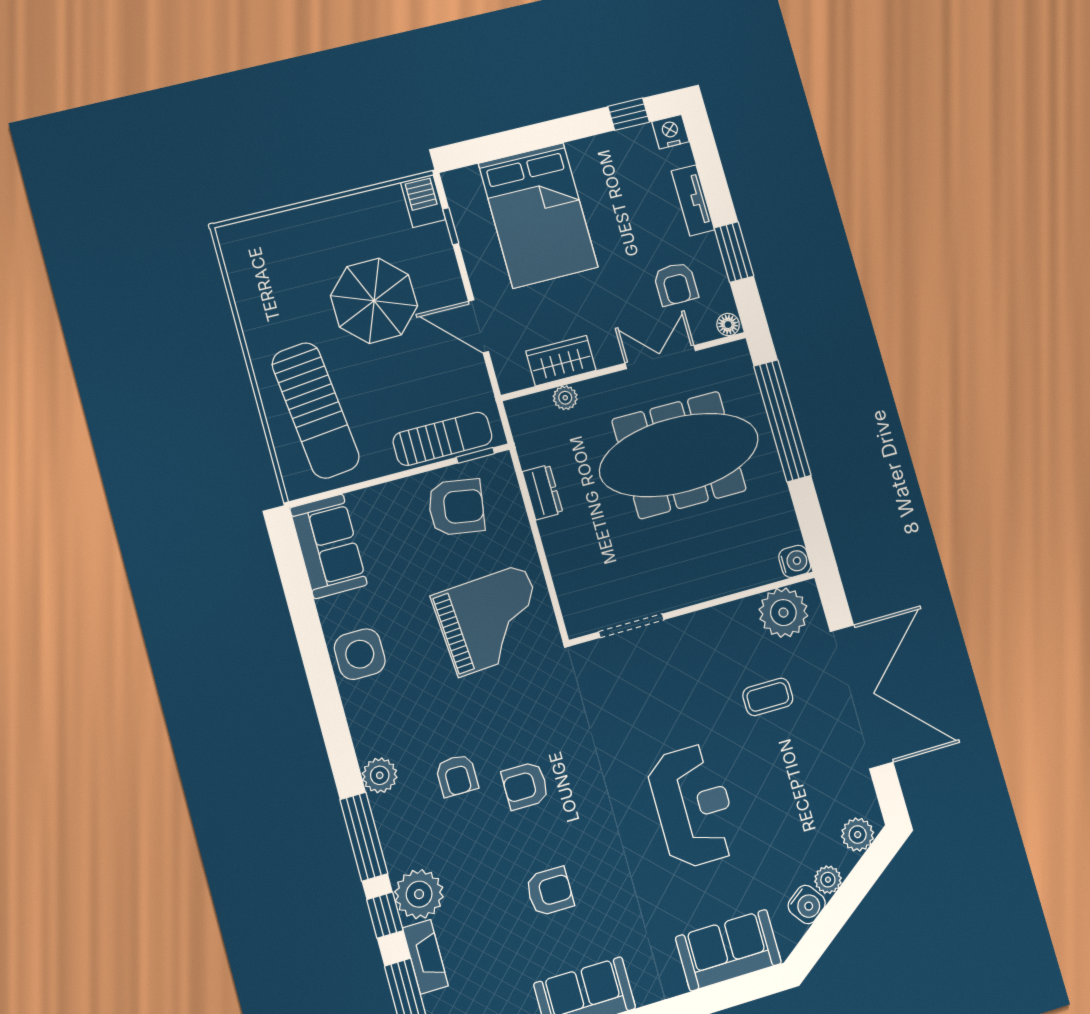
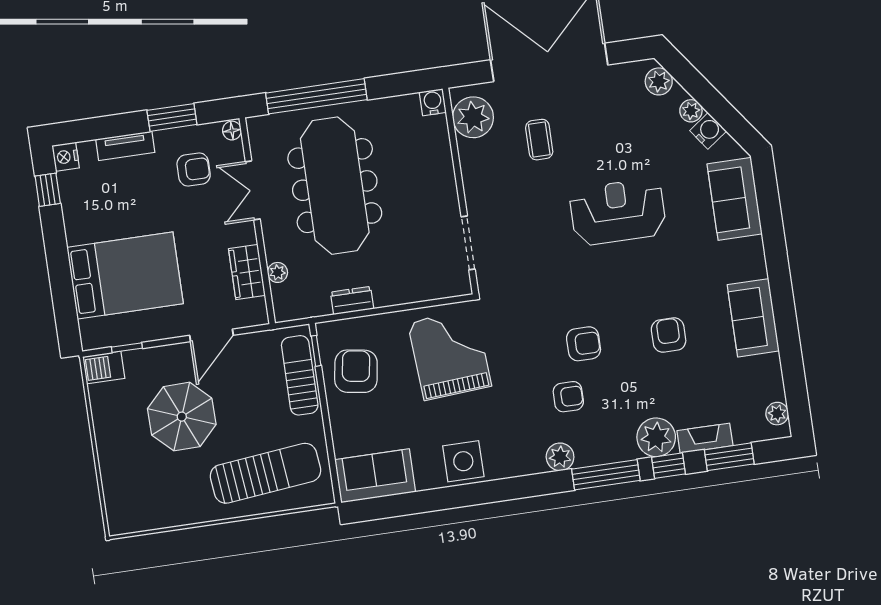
armchair: (525, 786) -> (584, 344), turned -90

